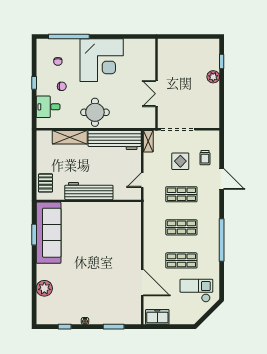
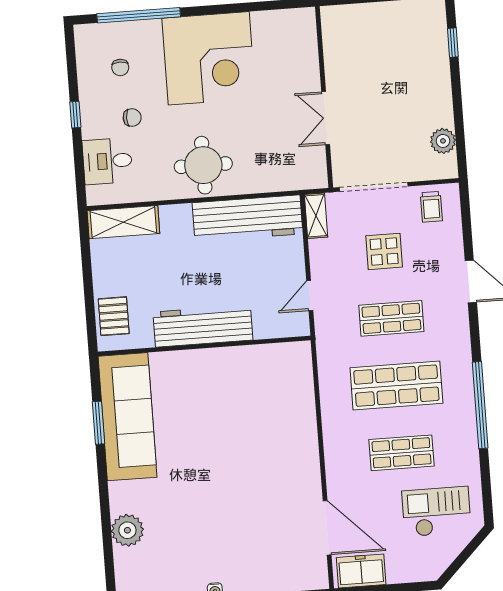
plant: (213, 77) -> (443, 141), moved
shelving: (70, 137) -> (123, 222), moved
trolley: (205, 158) -> (431, 207), moved
shop shelf: (181, 227) -> (396, 386), width x1.43, depth x1.36
door: (142, 282) -> (327, 528), moved

